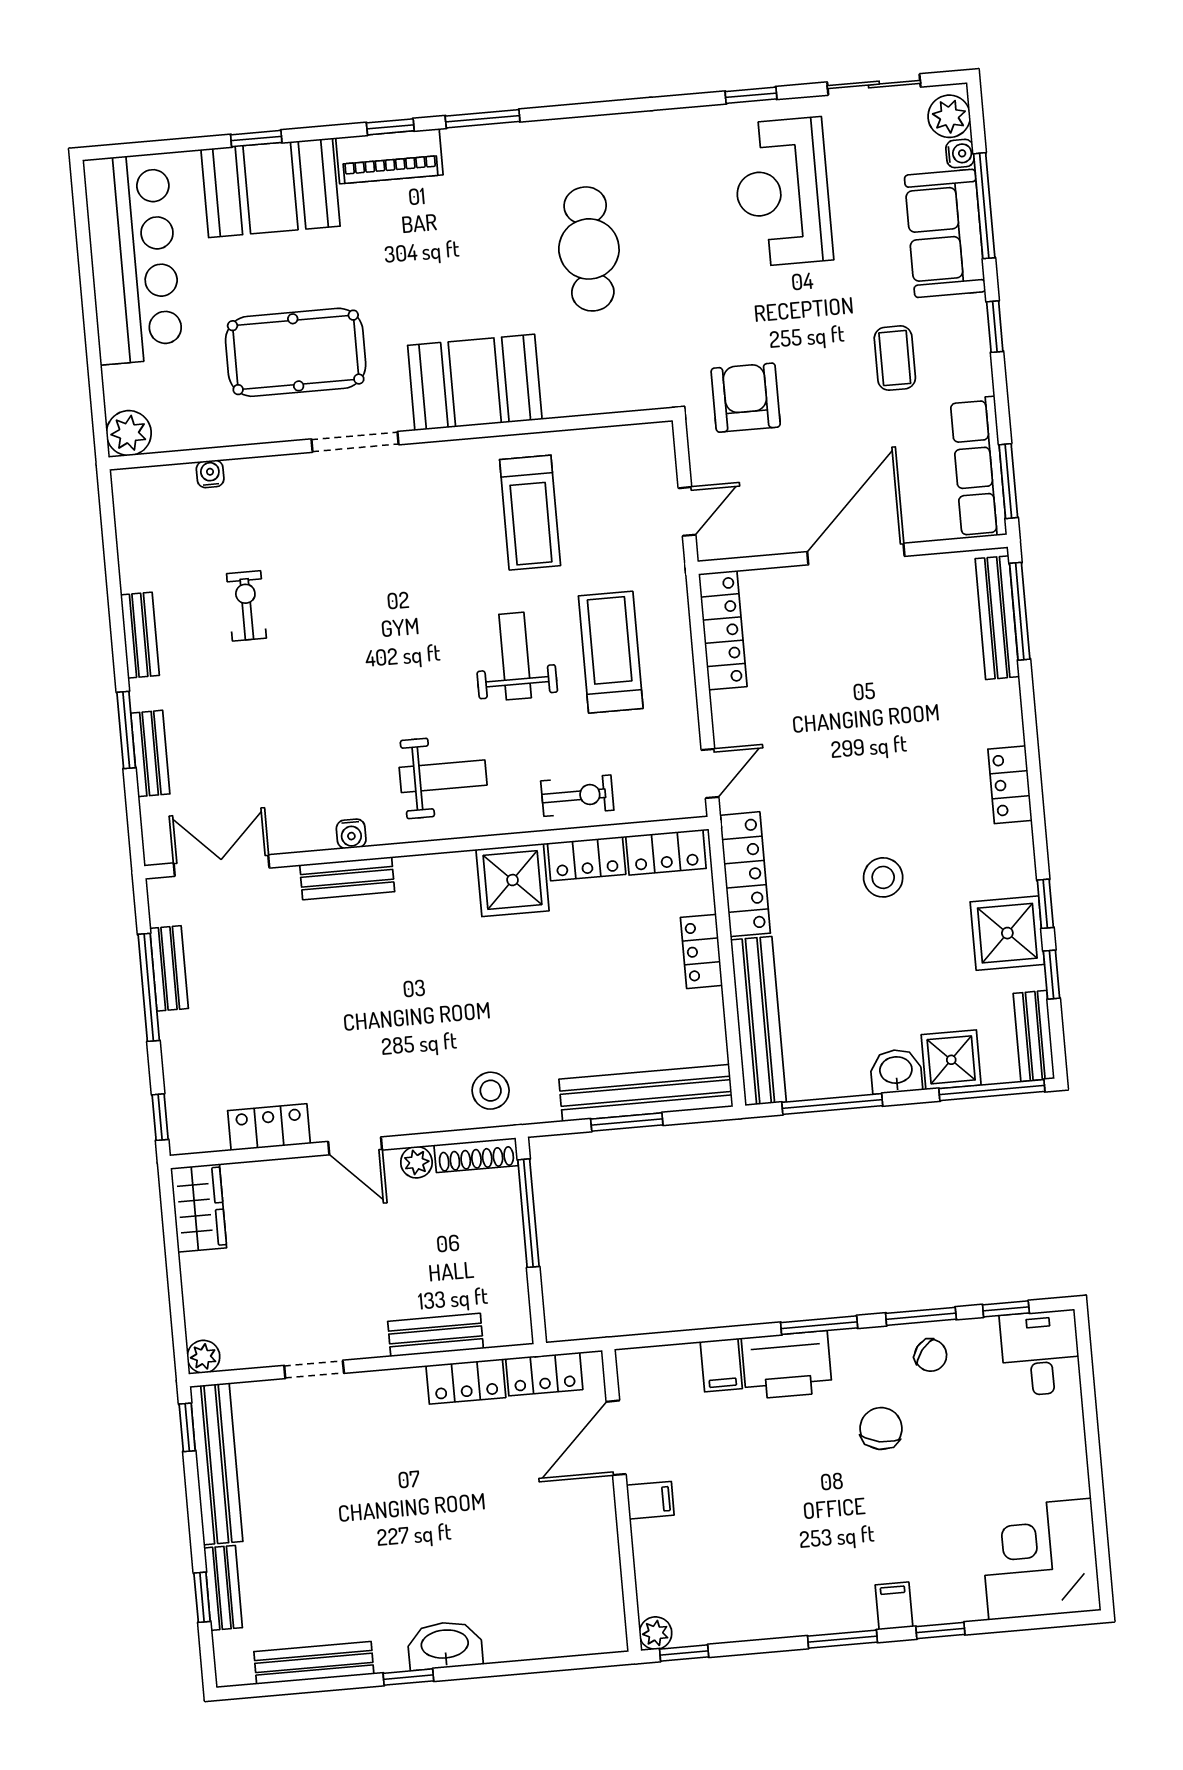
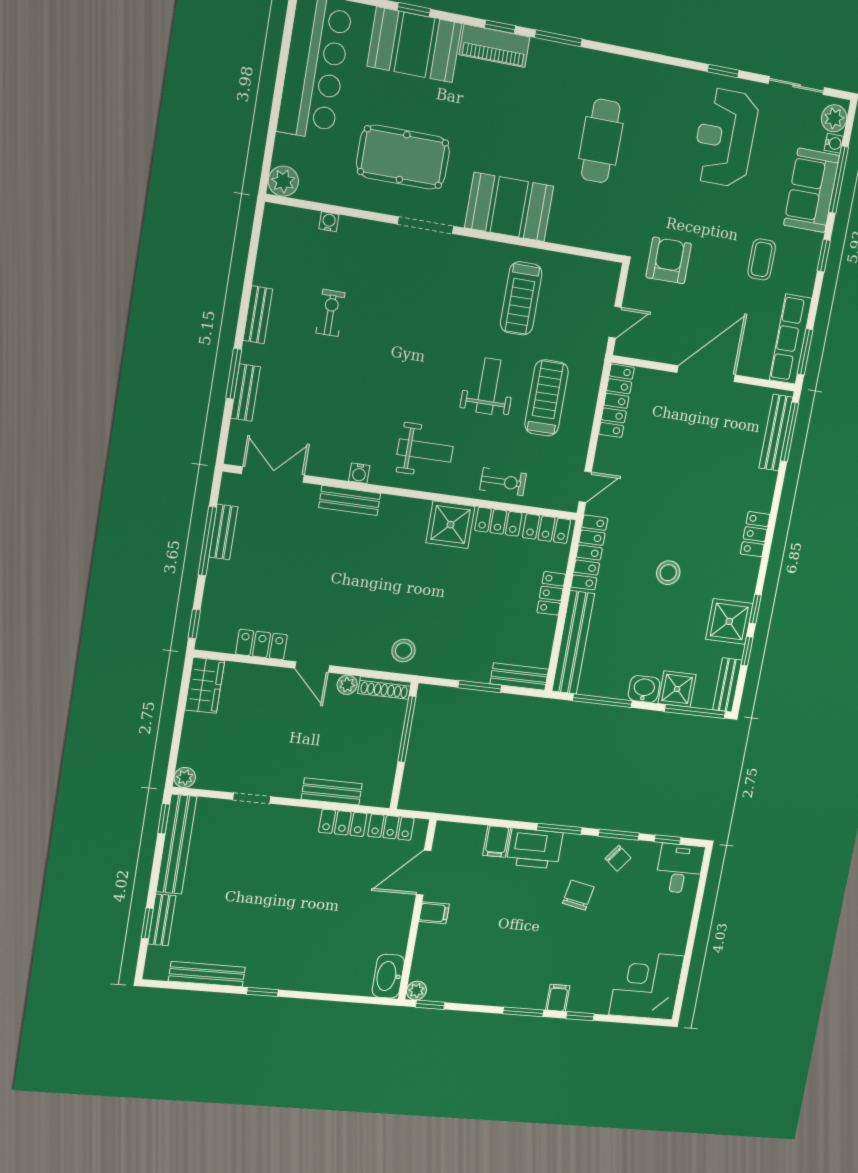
bench: (646, 1093) -> (519, 677), width x0.54, depth x0.82
washbasin: (445, 1645) -> (388, 976), moved, turned -90

